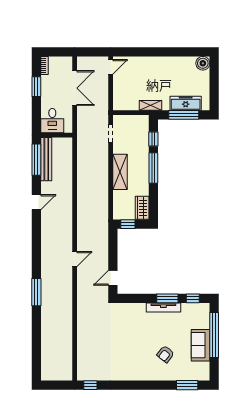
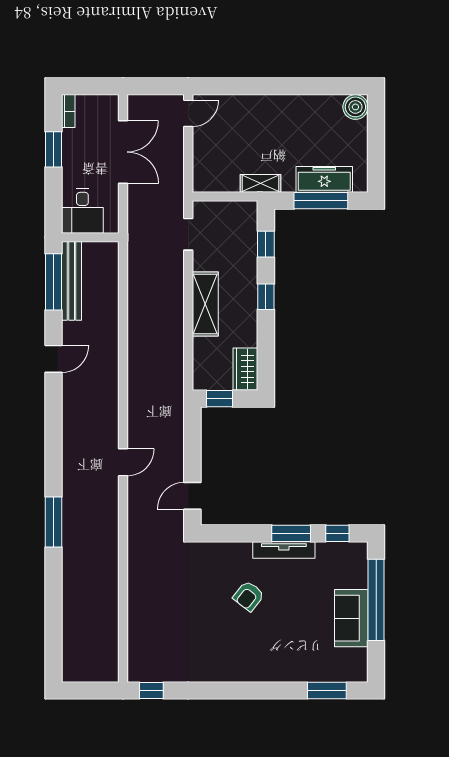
window: (153, 168) -> (266, 297), width x0.46
armchair: (165, 354) -> (249, 596), moved

